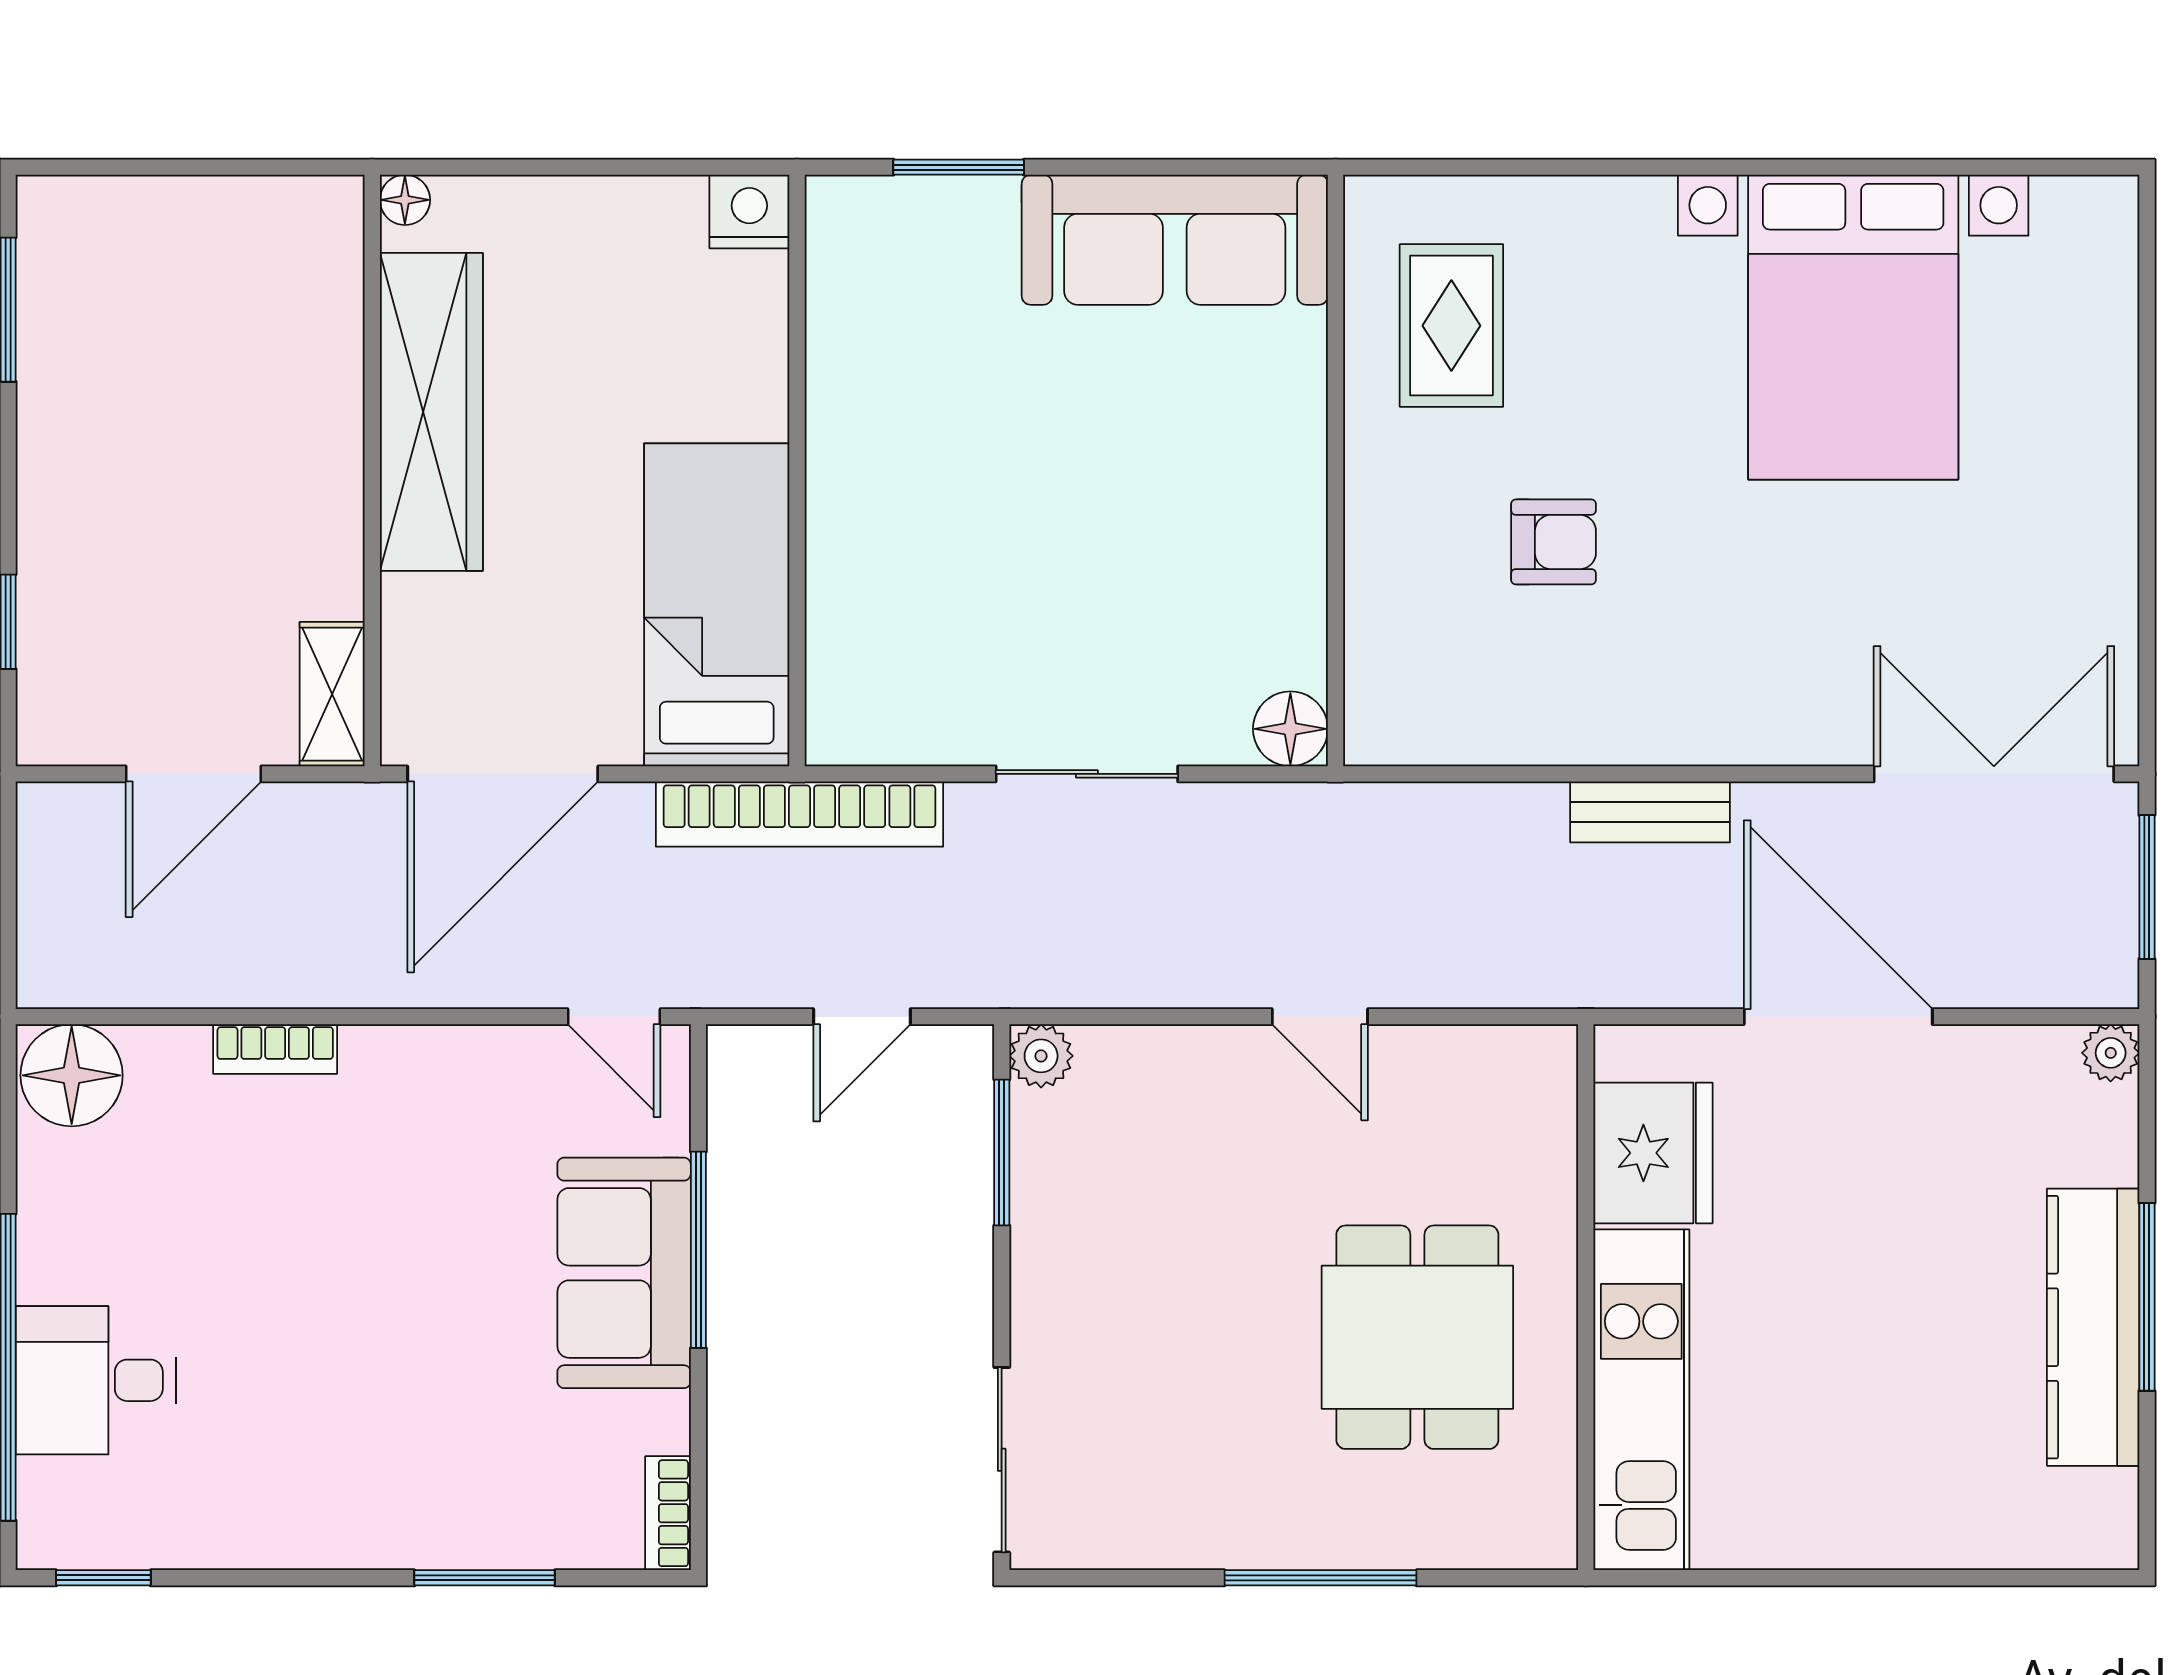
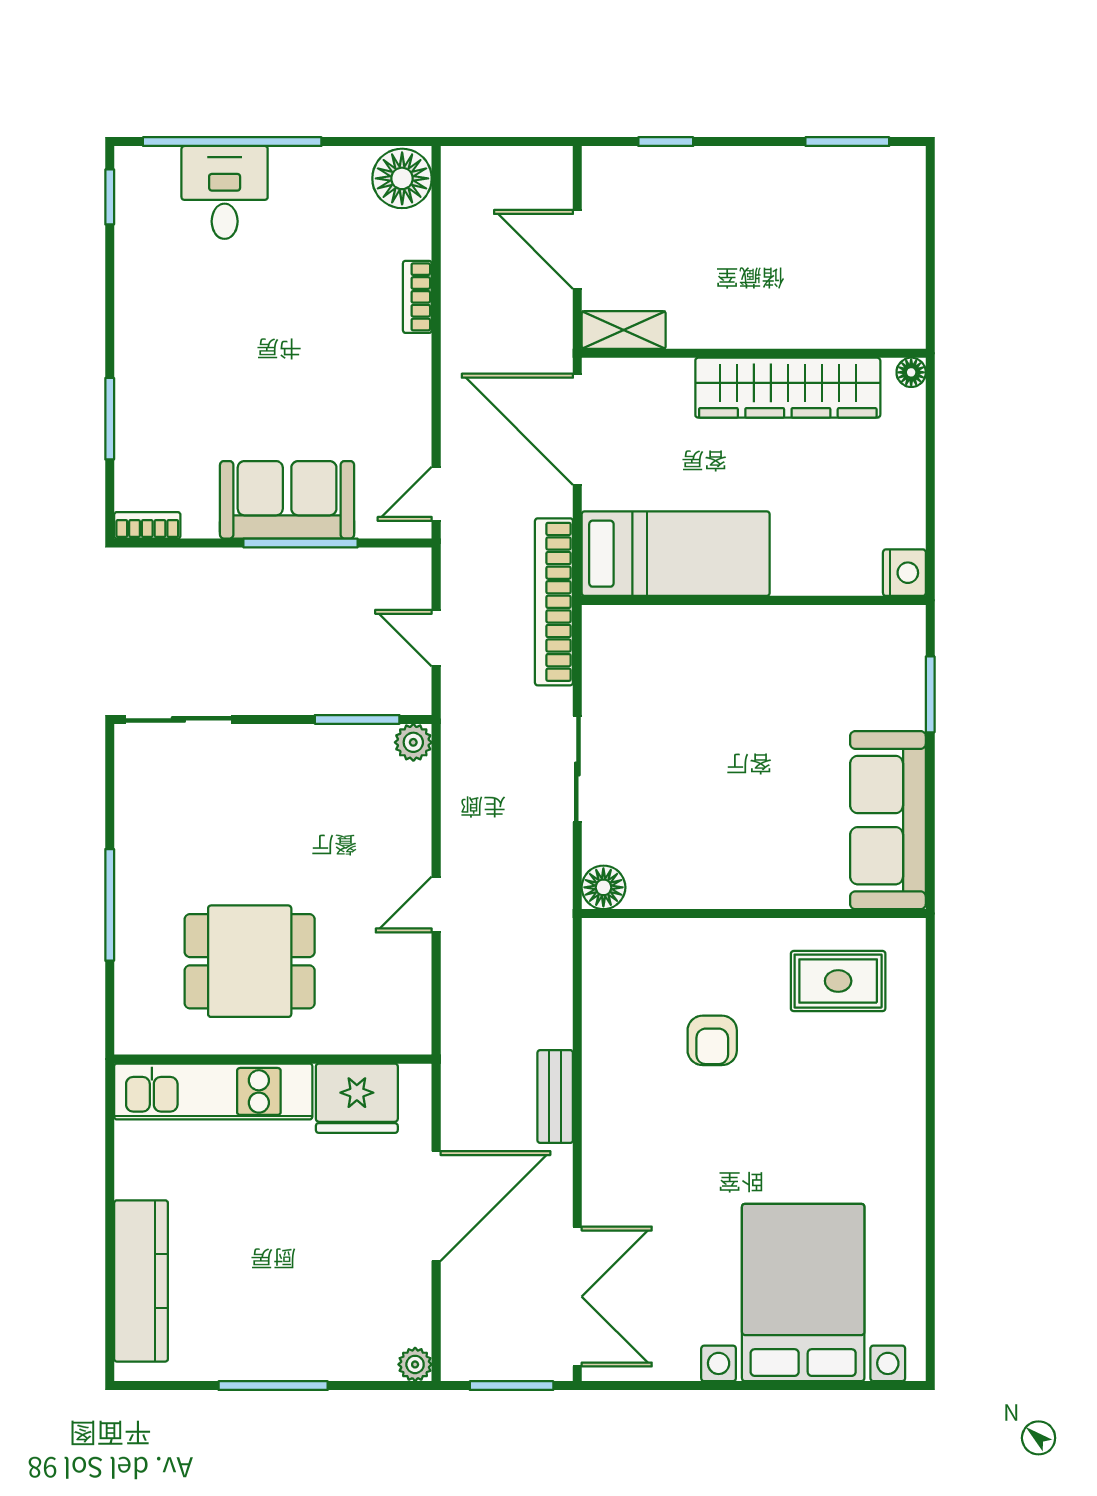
bed with nightstands: (1853, 327) -> (803, 1292), moved, turned 90
kitchen counter: (2093, 1327) -> (141, 1281), moved, turned 90

